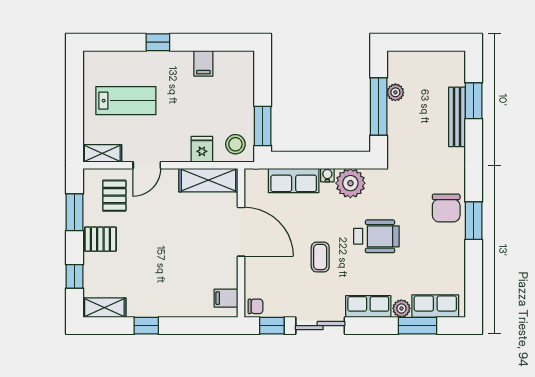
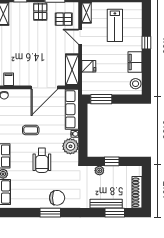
shoe rack: (436, 60) -> (137, 192), added
filing cabinet: (203, 63) -> (135, 62), width x2.00
plant: (395, 92) -> (99, 171), moved
window: (379, 107) -> (112, 161), width x0.46
stool: (235, 144) -> (136, 84), moved
row of seats: (294, 181) -> (72, 109), width x1.48
chair: (446, 208) -> (57, 198), turned 180

